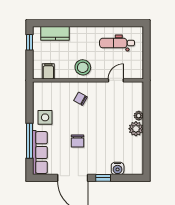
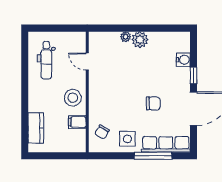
window: (30, 42) -> (45, 156), removed
filing cabinet: (48, 71) -> (77, 122), moved
chair: (81, 99) -> (102, 132), moved

